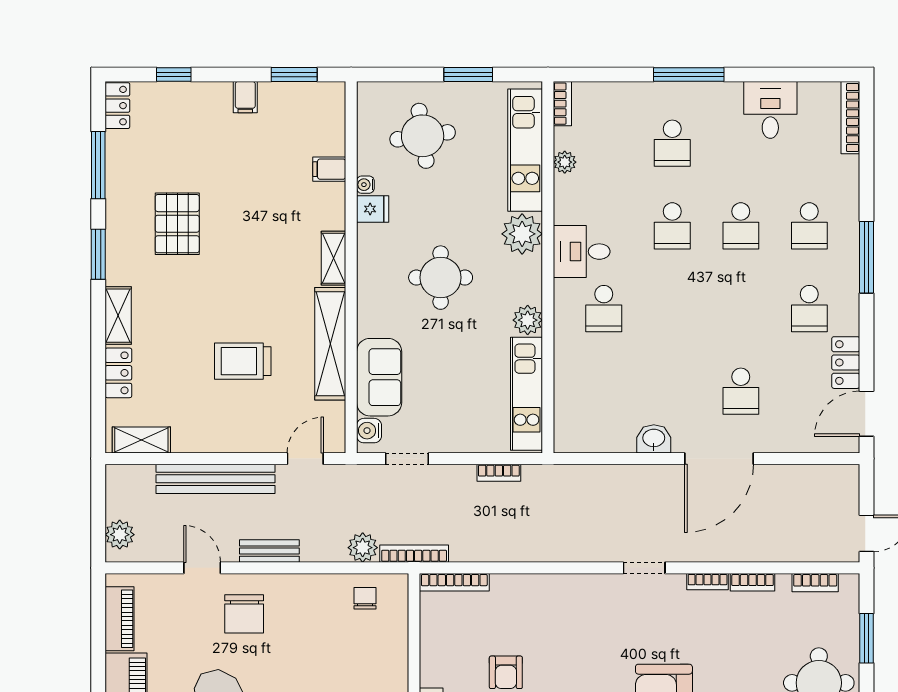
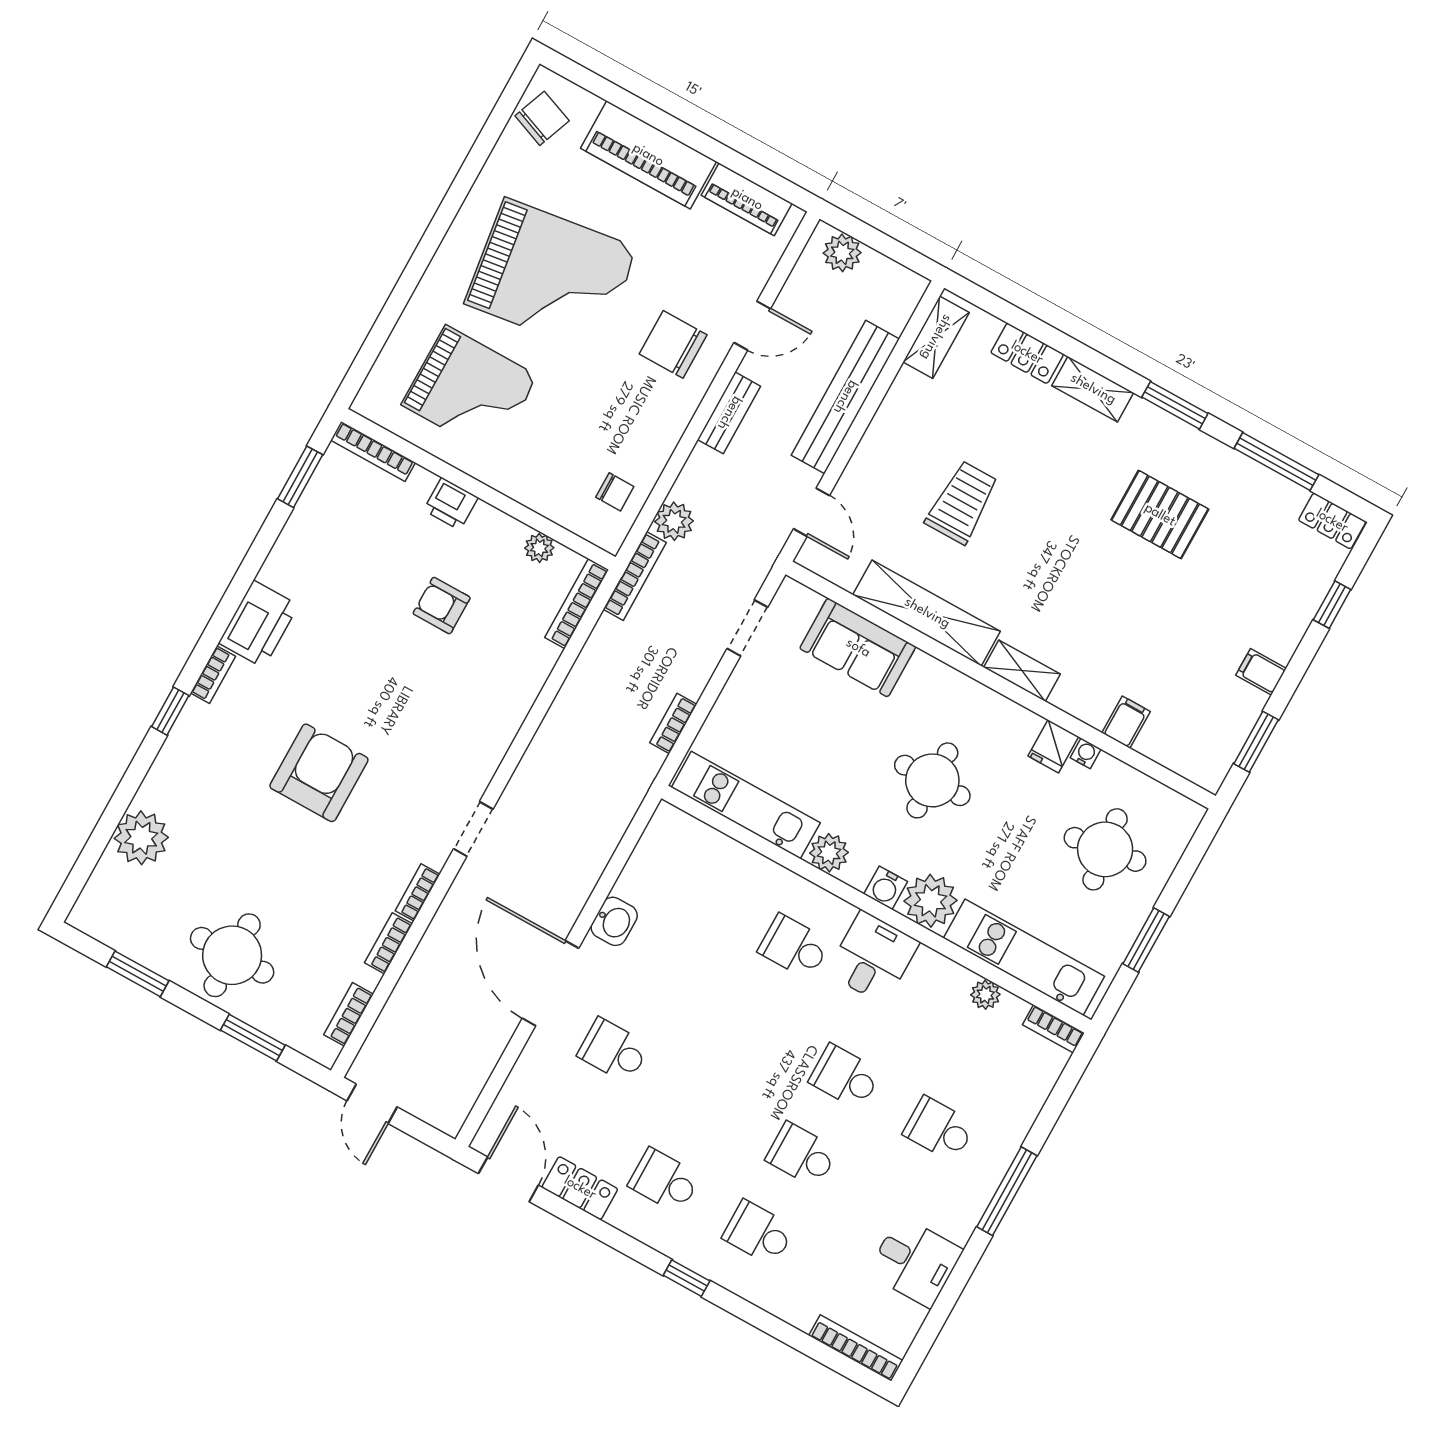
window: (866, 257) -> (687, 1278), width x0.46
water cooler: (369, 431) -> (886, 888), moved, turned 180
plant: (431, 628) -> (539, 548), added

